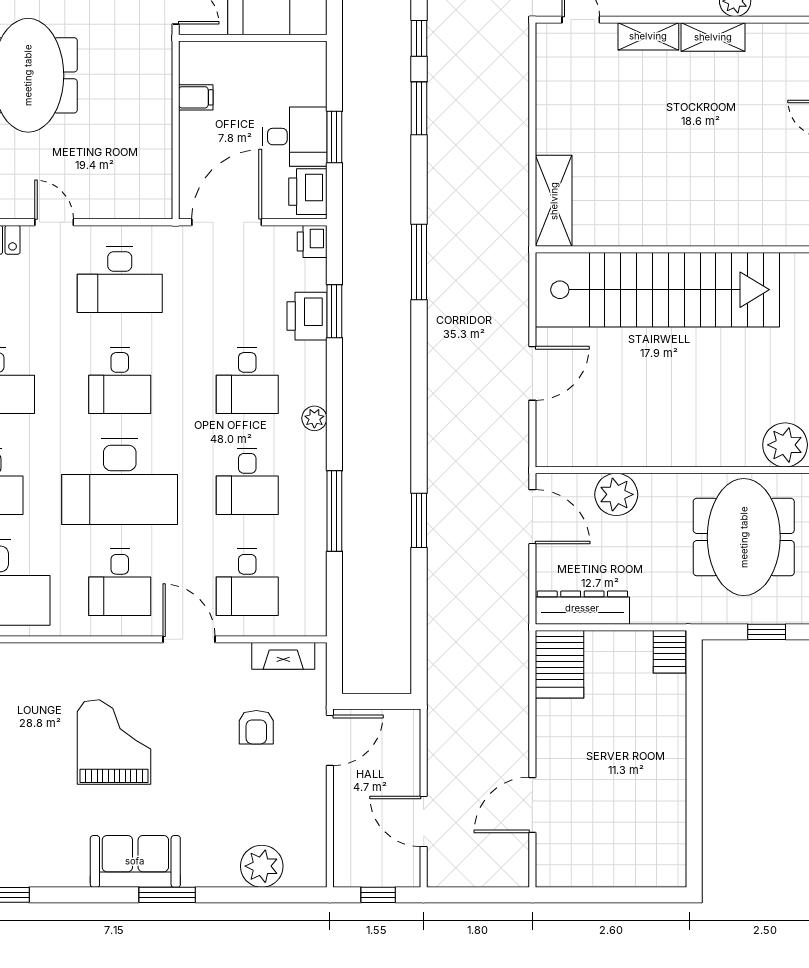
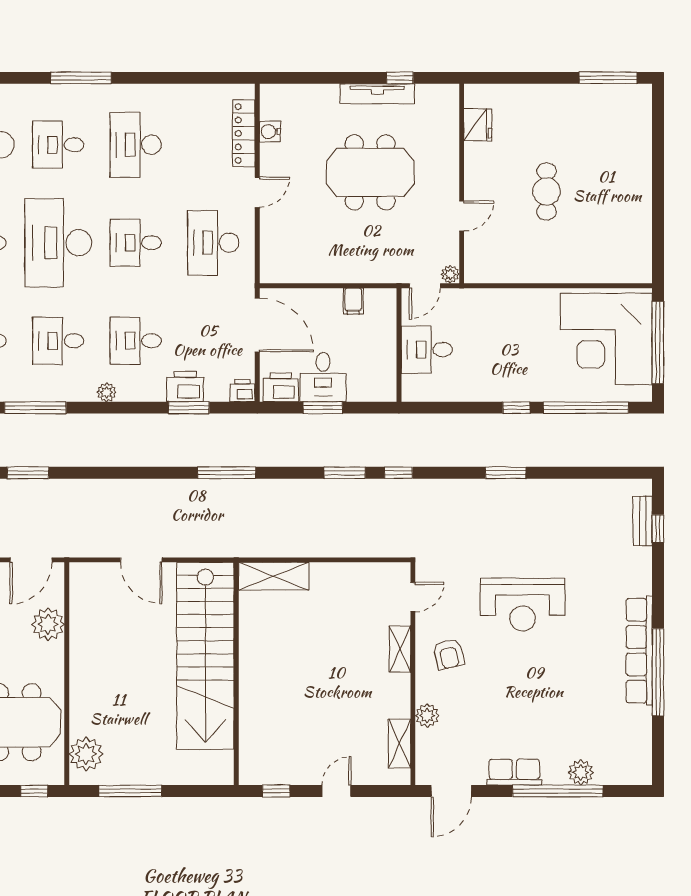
shelving: (713, 37) -> (400, 744), moved

